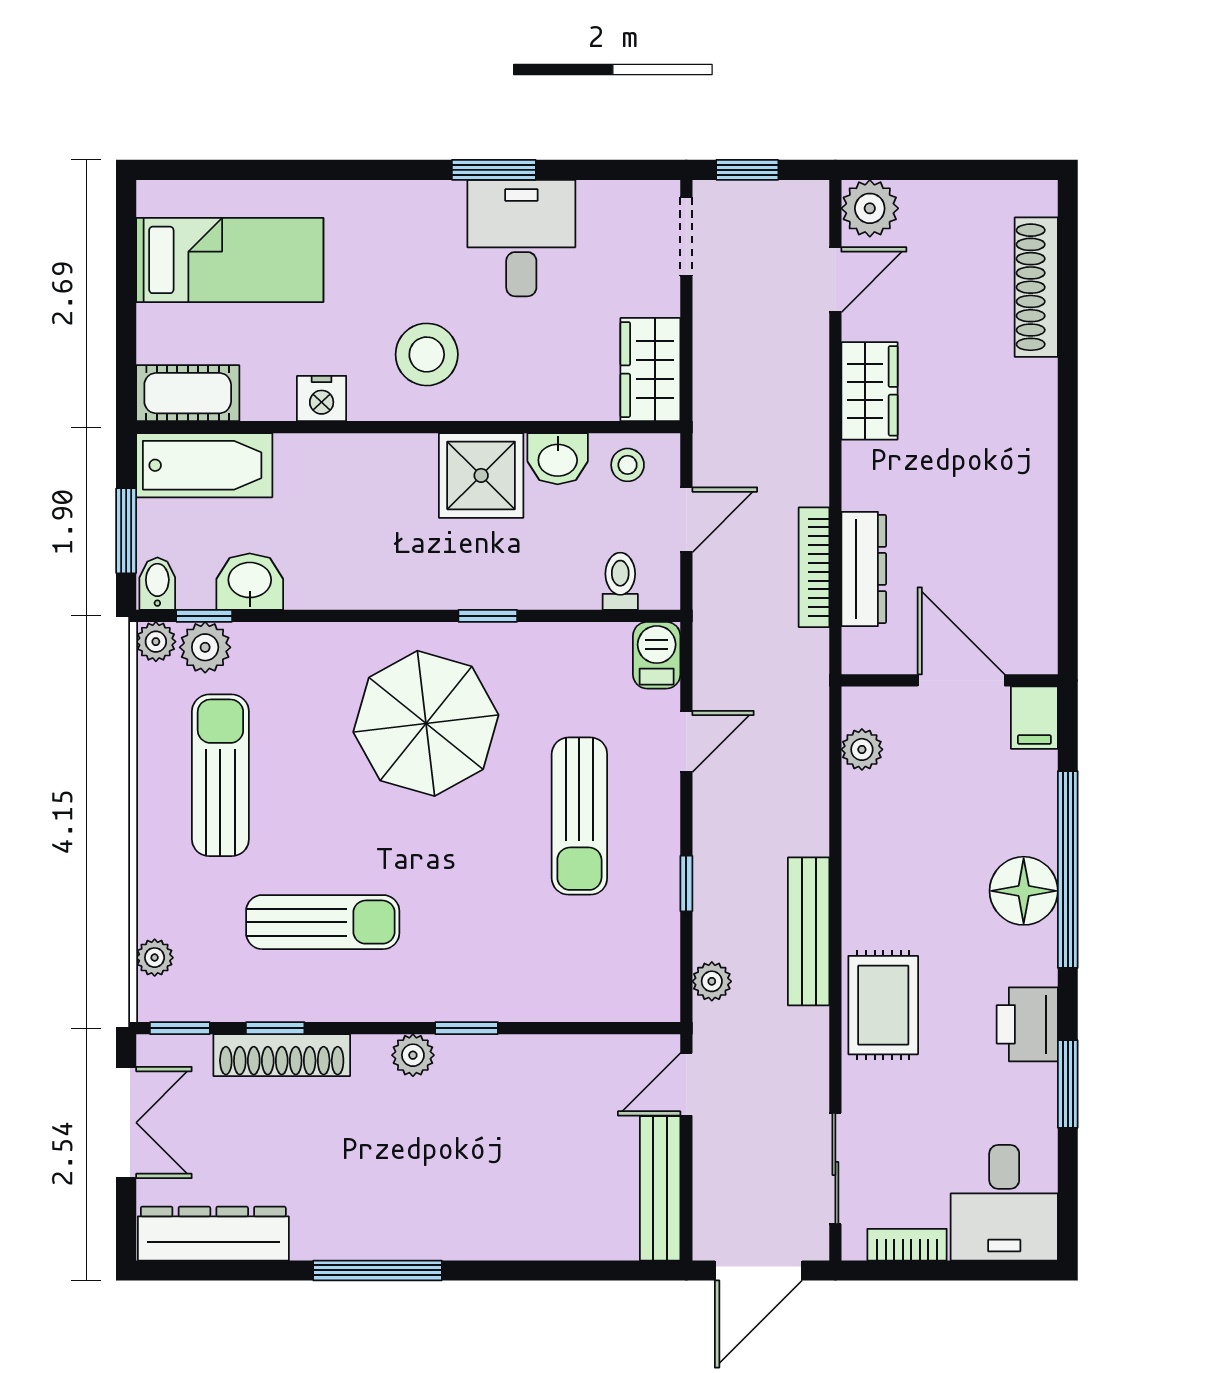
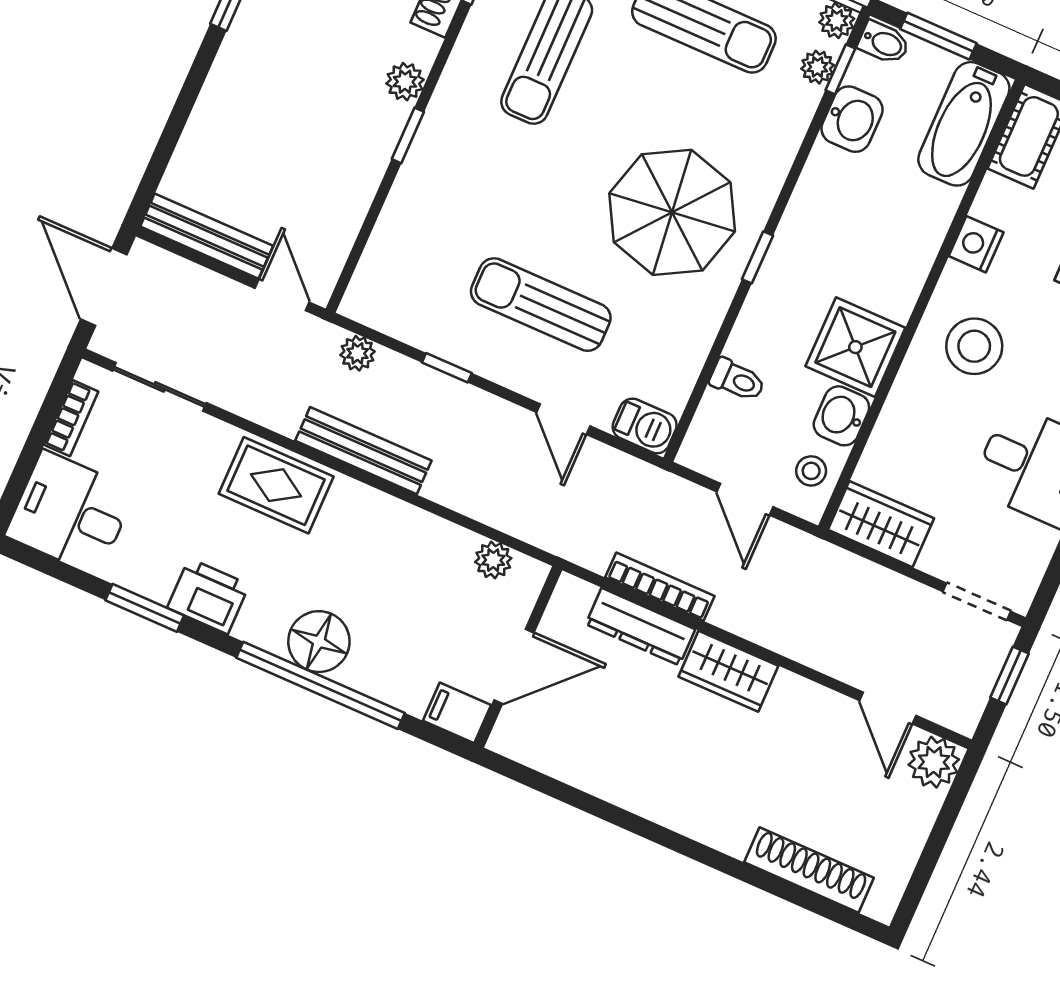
wardrobe: (869, 391) -> (728, 671), moved
toilet: (620, 581) -> (737, 380), moved
window: (488, 616) -> (757, 257), moved
plant: (205, 647) -> (818, 67), width x0.73, depth x0.73

